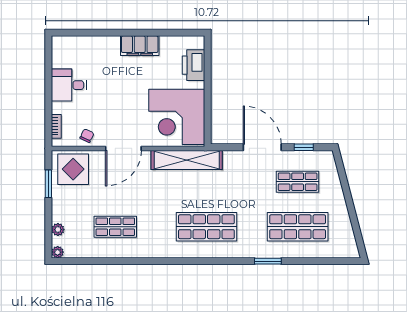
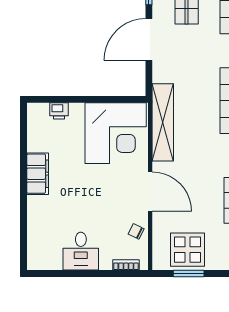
printer: (193, 65) -> (59, 111), width x0.53, depth x0.68
display table: (73, 169) -> (187, 250), moved

